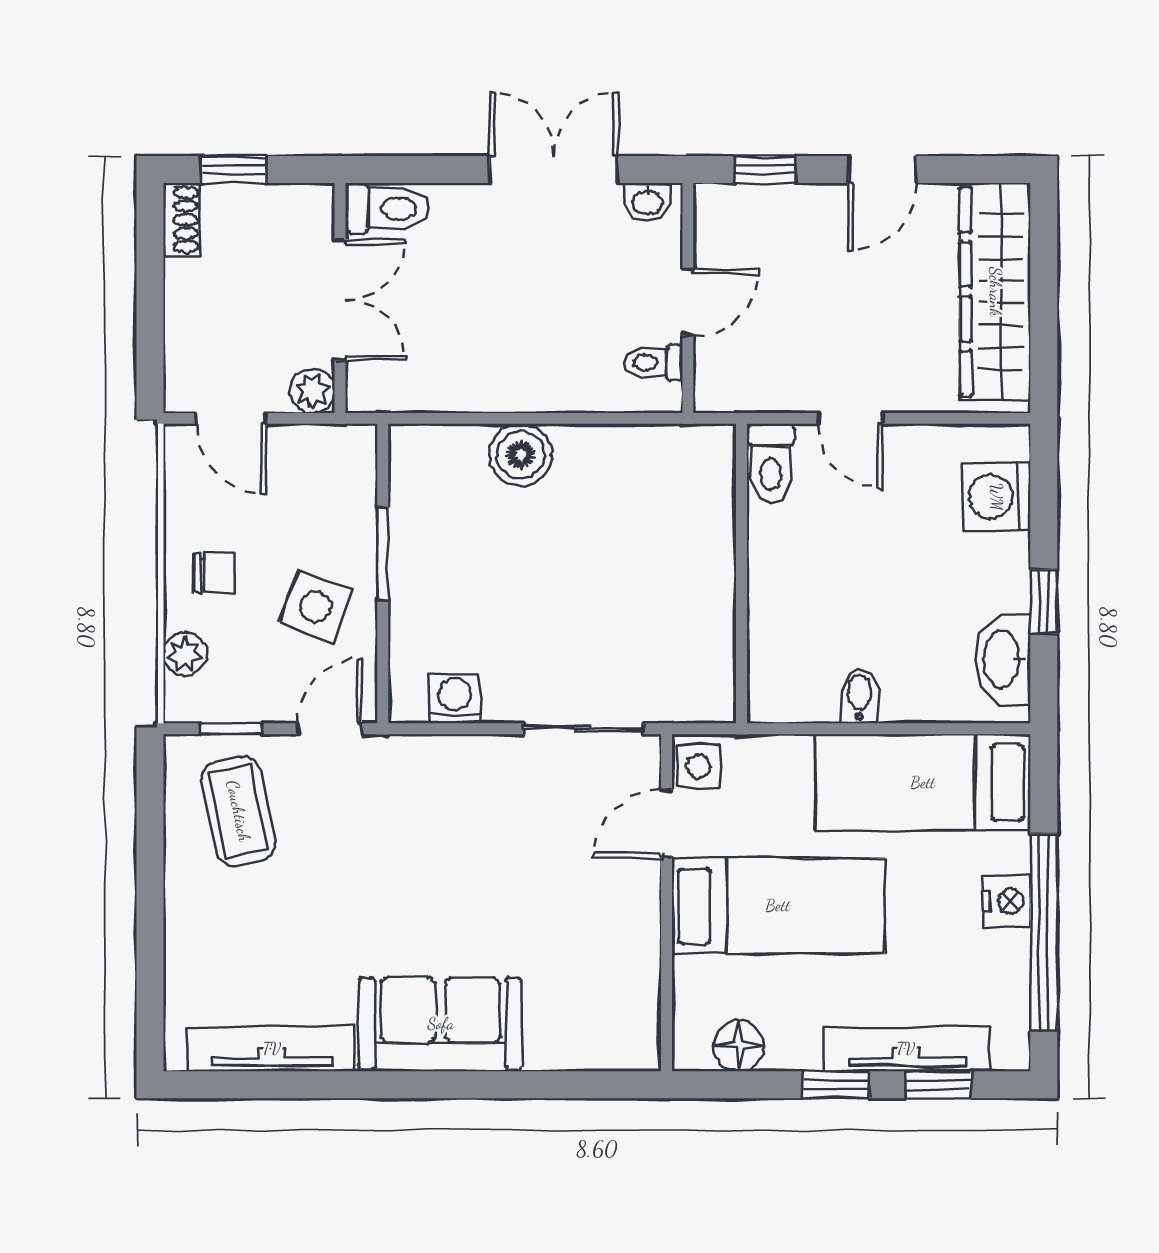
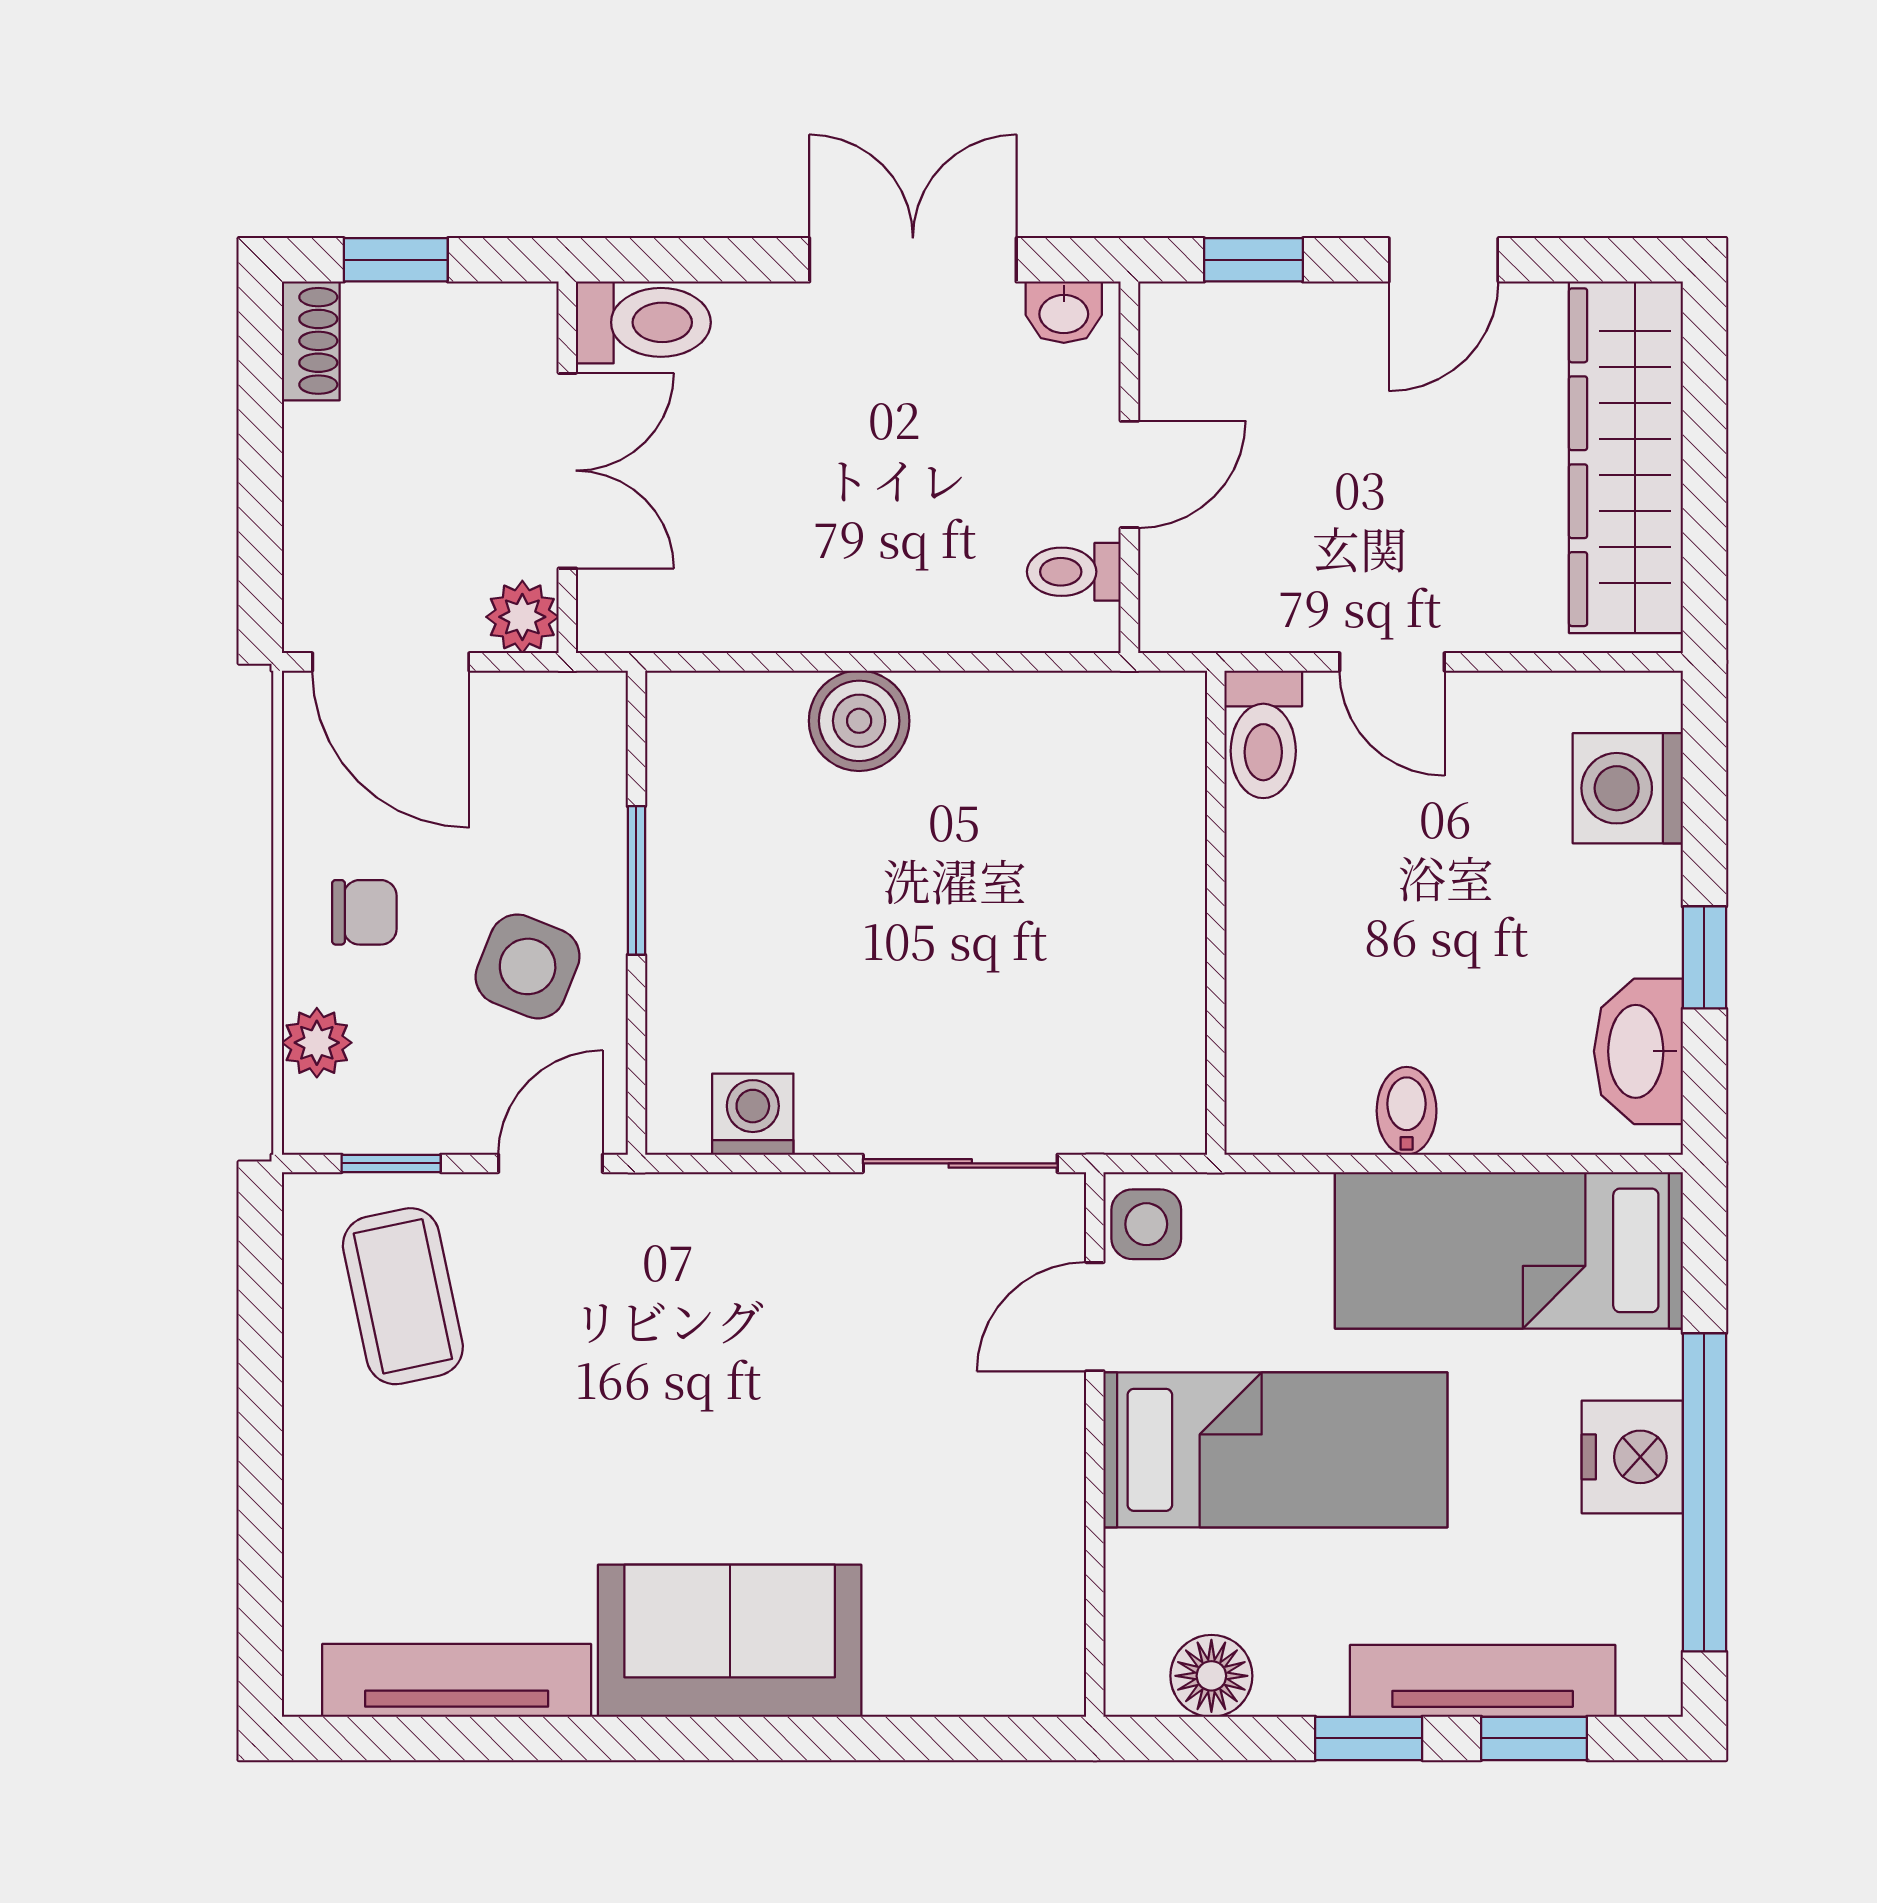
door: (231, 418) -> (391, 662), width x1.38
nightstand: (1007, 901) -> (1632, 1457), width x1.36, depth x1.33

